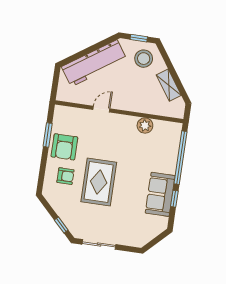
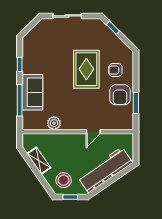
armchair: (64, 147) -> (120, 95), turned 180
window: (180, 158) -> (20, 100), width x0.68
sofa: (160, 194) -> (32, 92), moved
sliding door: (99, 244) -> (67, 16), moved

